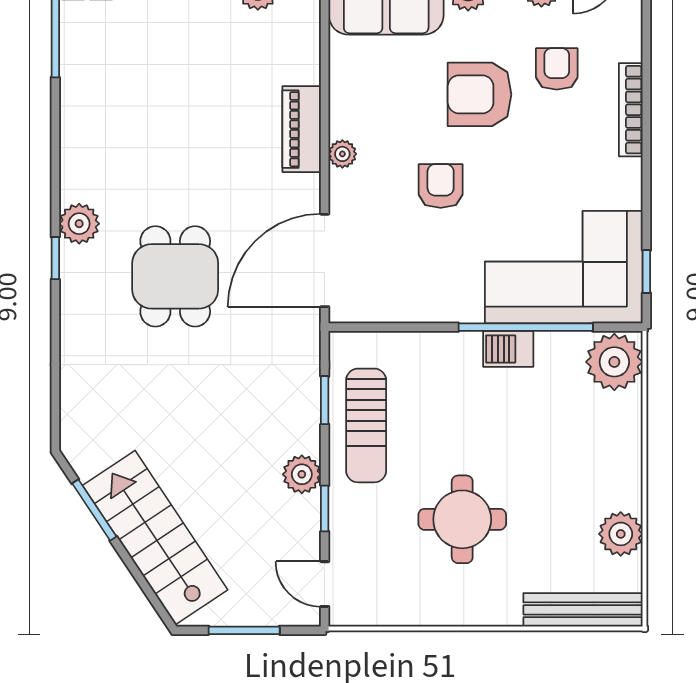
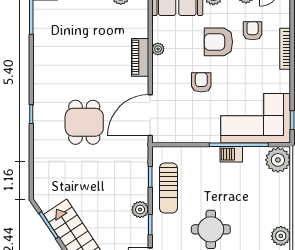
plant: (342, 154) -> (158, 49), moved
plant: (79, 224) -> (42, 99), removed

